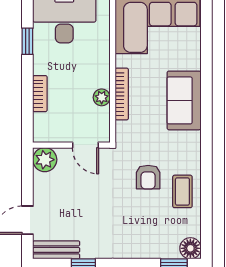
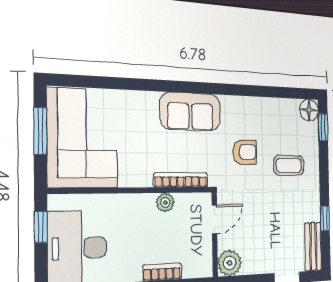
bookcase: (122, 94) -> (181, 180), moved
sofa: (184, 100) -> (190, 112), moved
coffee table: (182, 191) -> (289, 165), moved

